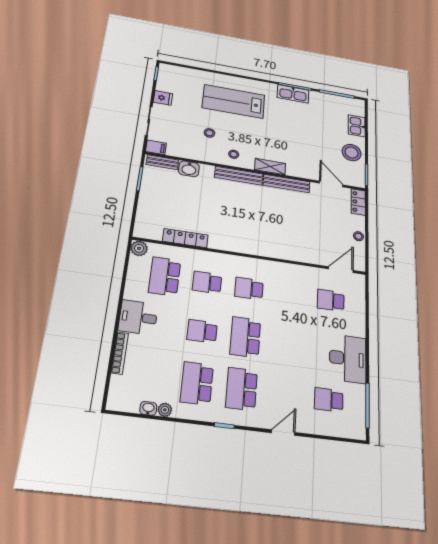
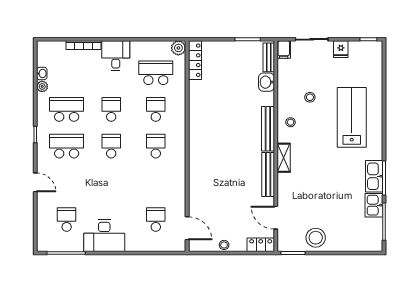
kitchen sink: (357, 126) -> (374, 205), moved, turned -90
door: (331, 184) -> (276, 218), swing flipped
locker: (185, 238) -> (195, 60), moved
school desk: (245, 337) -> (111, 146), width x0.54

